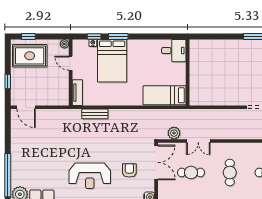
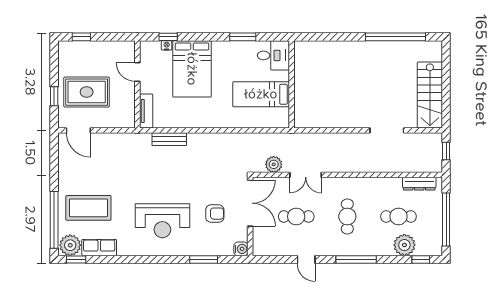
window: (118, 36) -> (243, 37), moved
plant: (64, 44) -> (129, 47), removed
rug: (30, 56) -> (87, 92), moved
bed: (165, 95) -> (261, 94), moved
coffee table: (34, 166) -> (88, 208), added
armchair: (129, 170) -> (215, 214), turned 90

